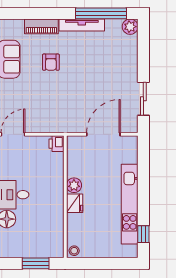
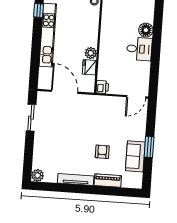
window: (101, 13) -> (60, 188), removed
door: (103, 134) -> (65, 92), swing flipped
fridge: (75, 203) -> (89, 67), moved

